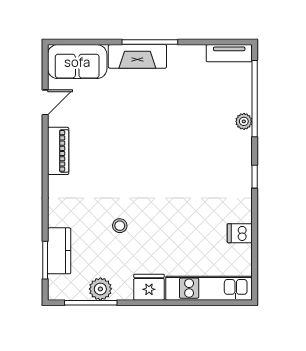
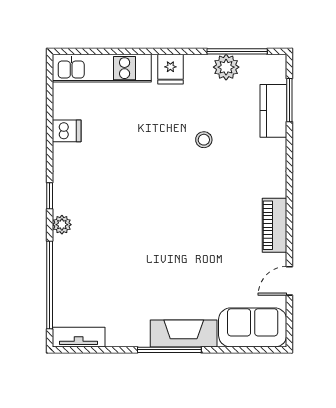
plant: (244, 121) -> (62, 225), moved
fridge: (149, 287) -> (170, 69), width x0.72

